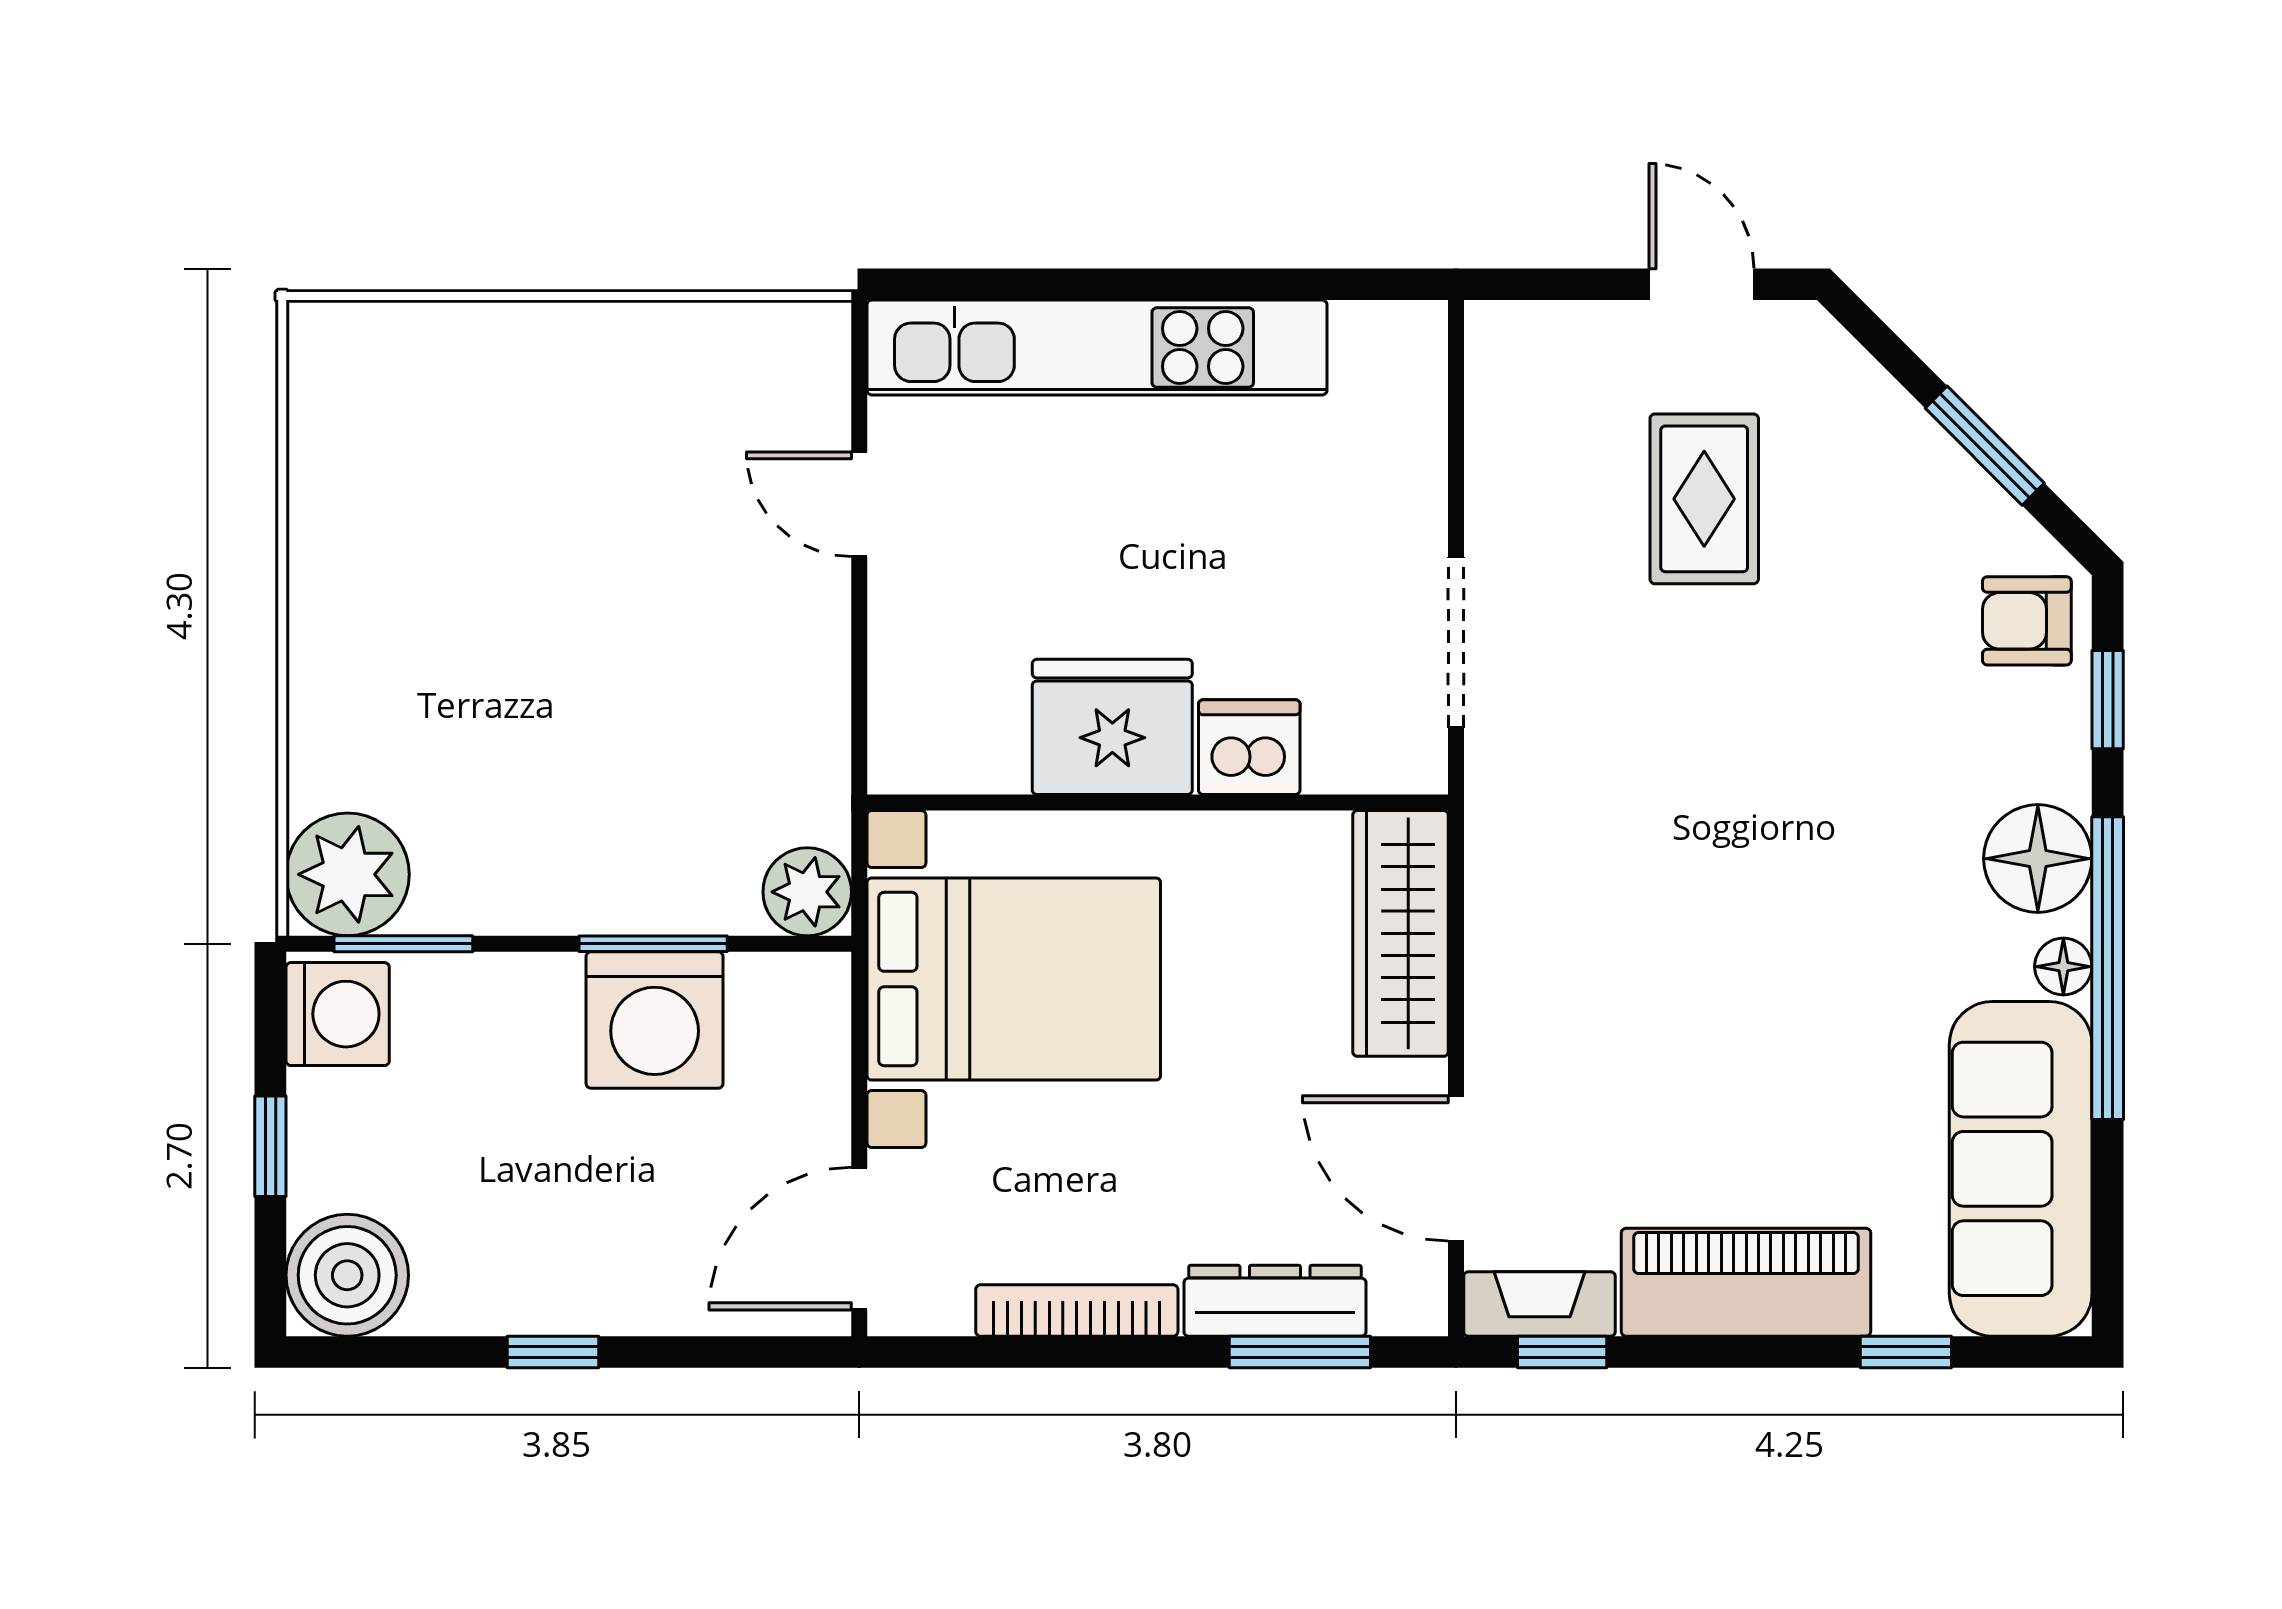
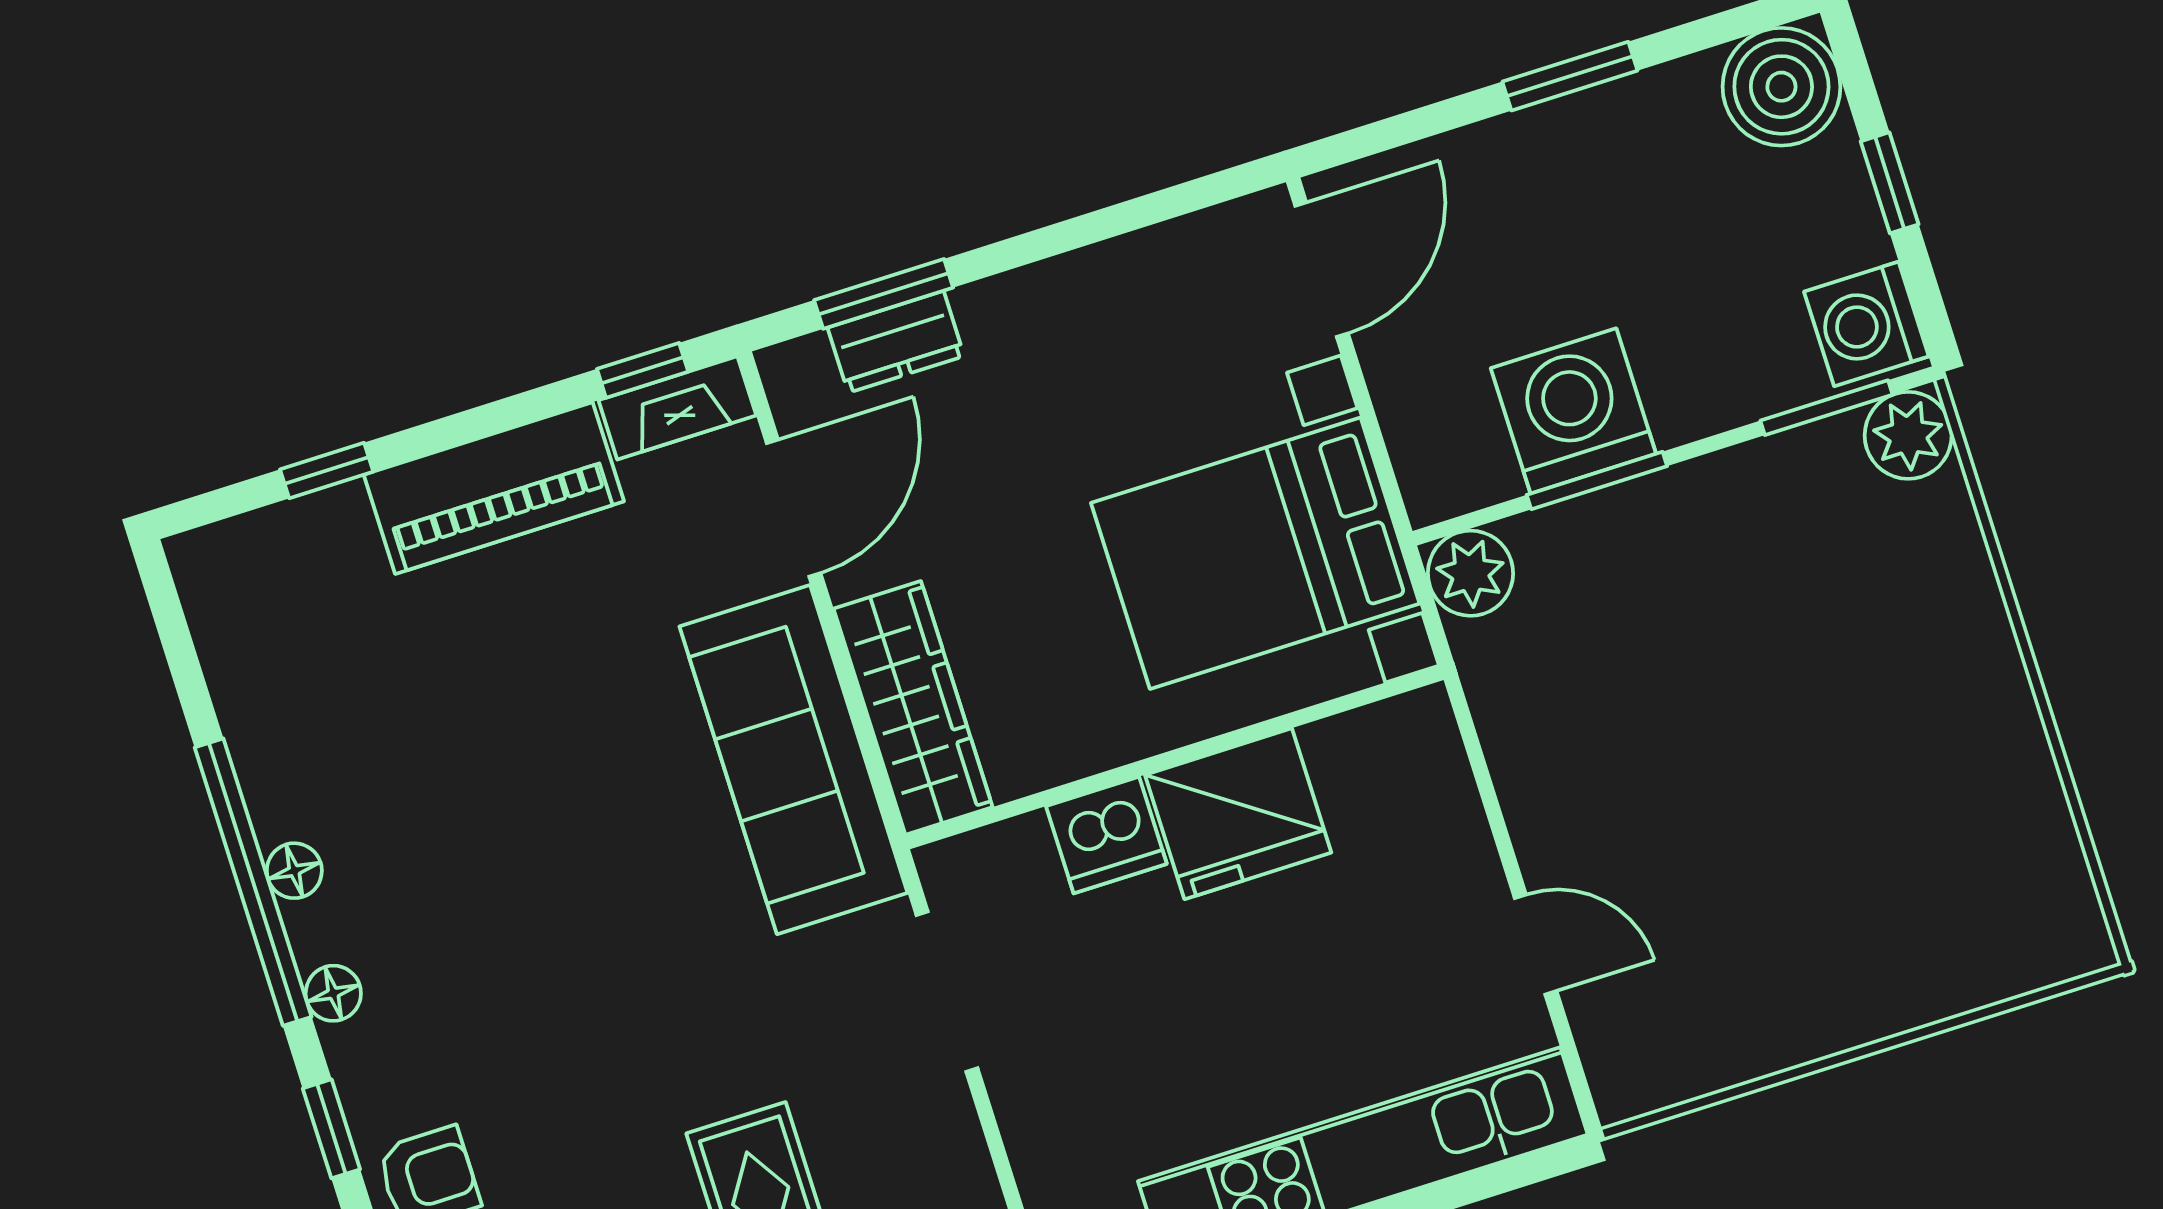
floor lamp: (2038, 859) -> (333, 993), width x0.53, depth x0.53
plant: (348, 874) -> (1908, 435), width x0.73, depth x0.73
door: (1456, 1168) -> (794, 508), hinge flipped
sofa: (2021, 1169) -> (794, 760), moved, turned 180
dresser: (1275, 1301) -> (896, 342), width x0.70
bookcase: (1077, 1310) -> (1101, 267), removed
window: (553, 1352) -> (1570, 76), width x1.50

